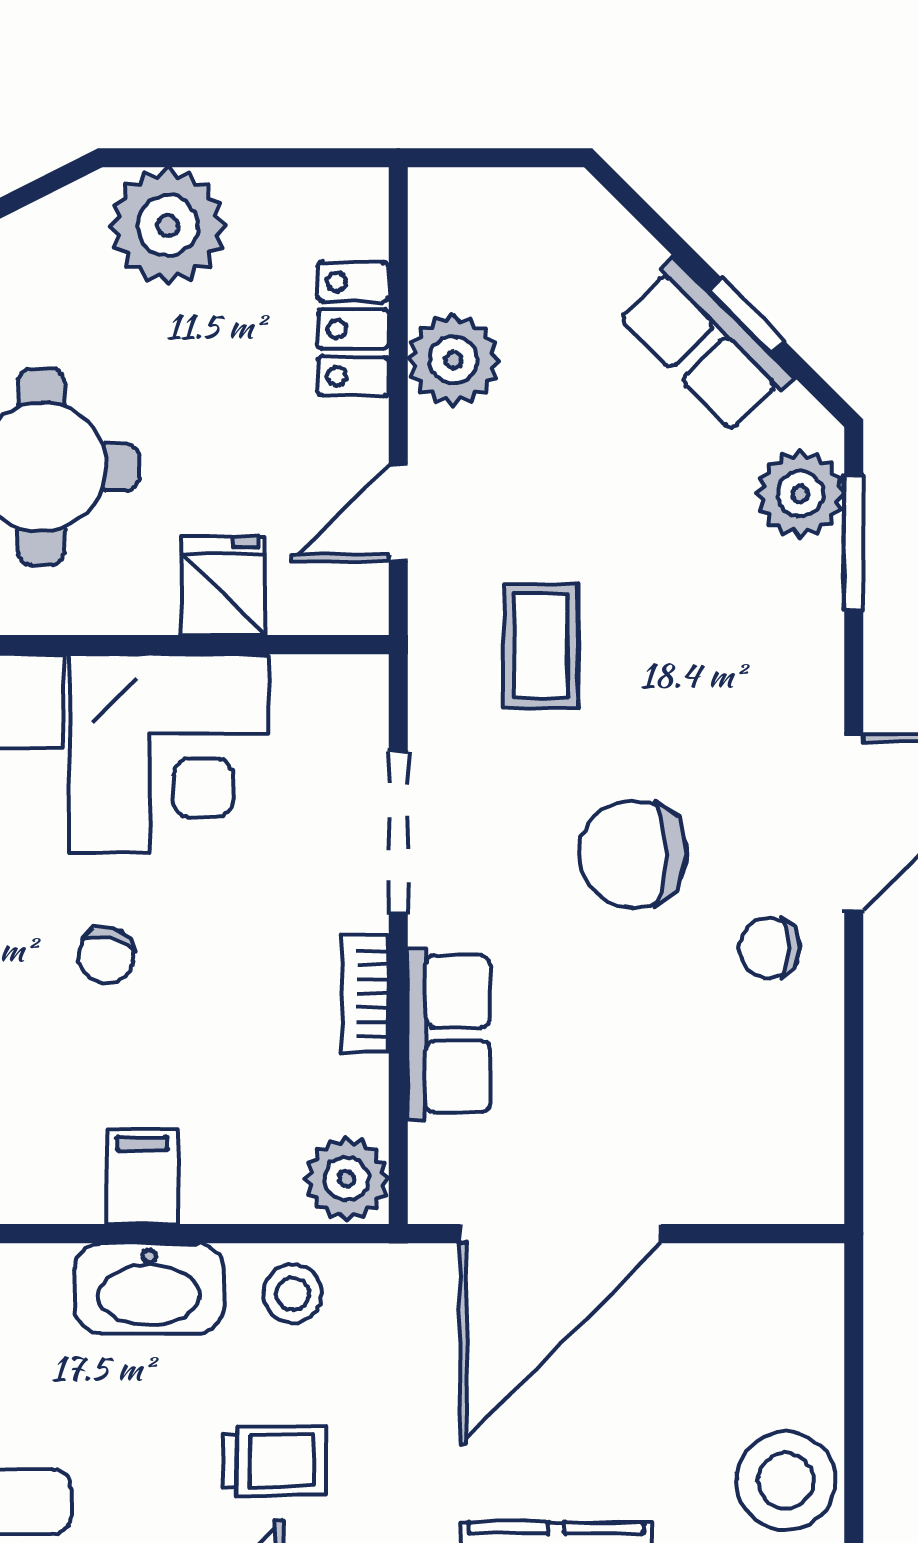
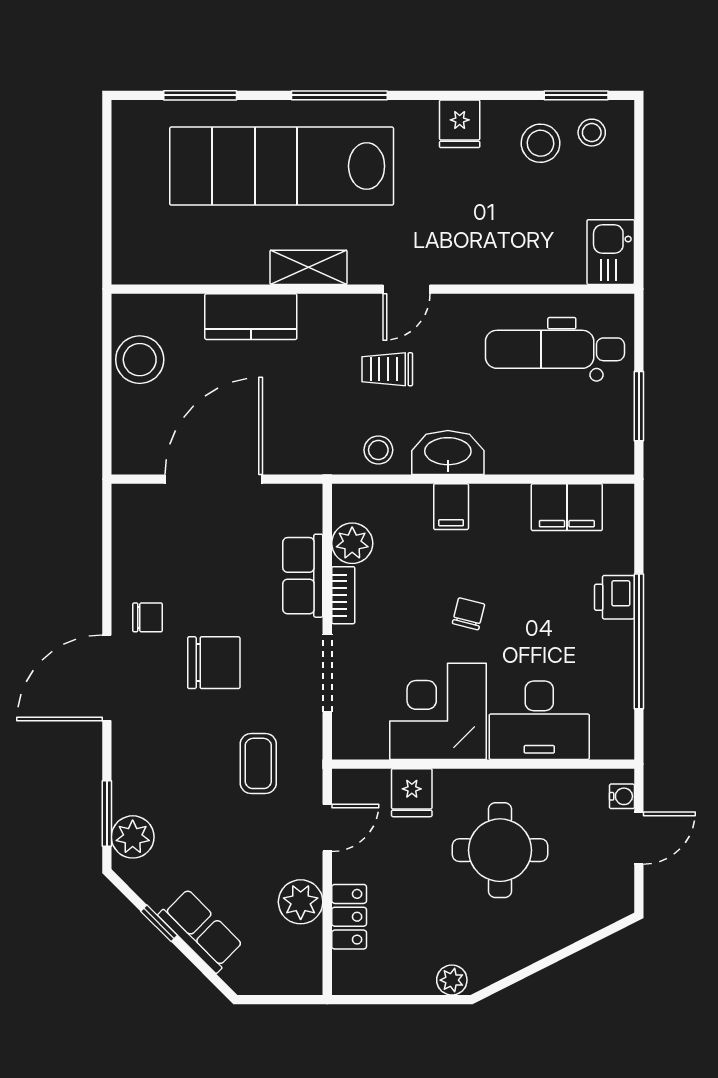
plant: (168, 226) -> (452, 980), width x0.53, depth x0.53
row of seats: (705, 346) -> (201, 930), moved
plant: (347, 1179) -> (352, 543), moved
door: (560, 1234) -> (214, 479), moved

